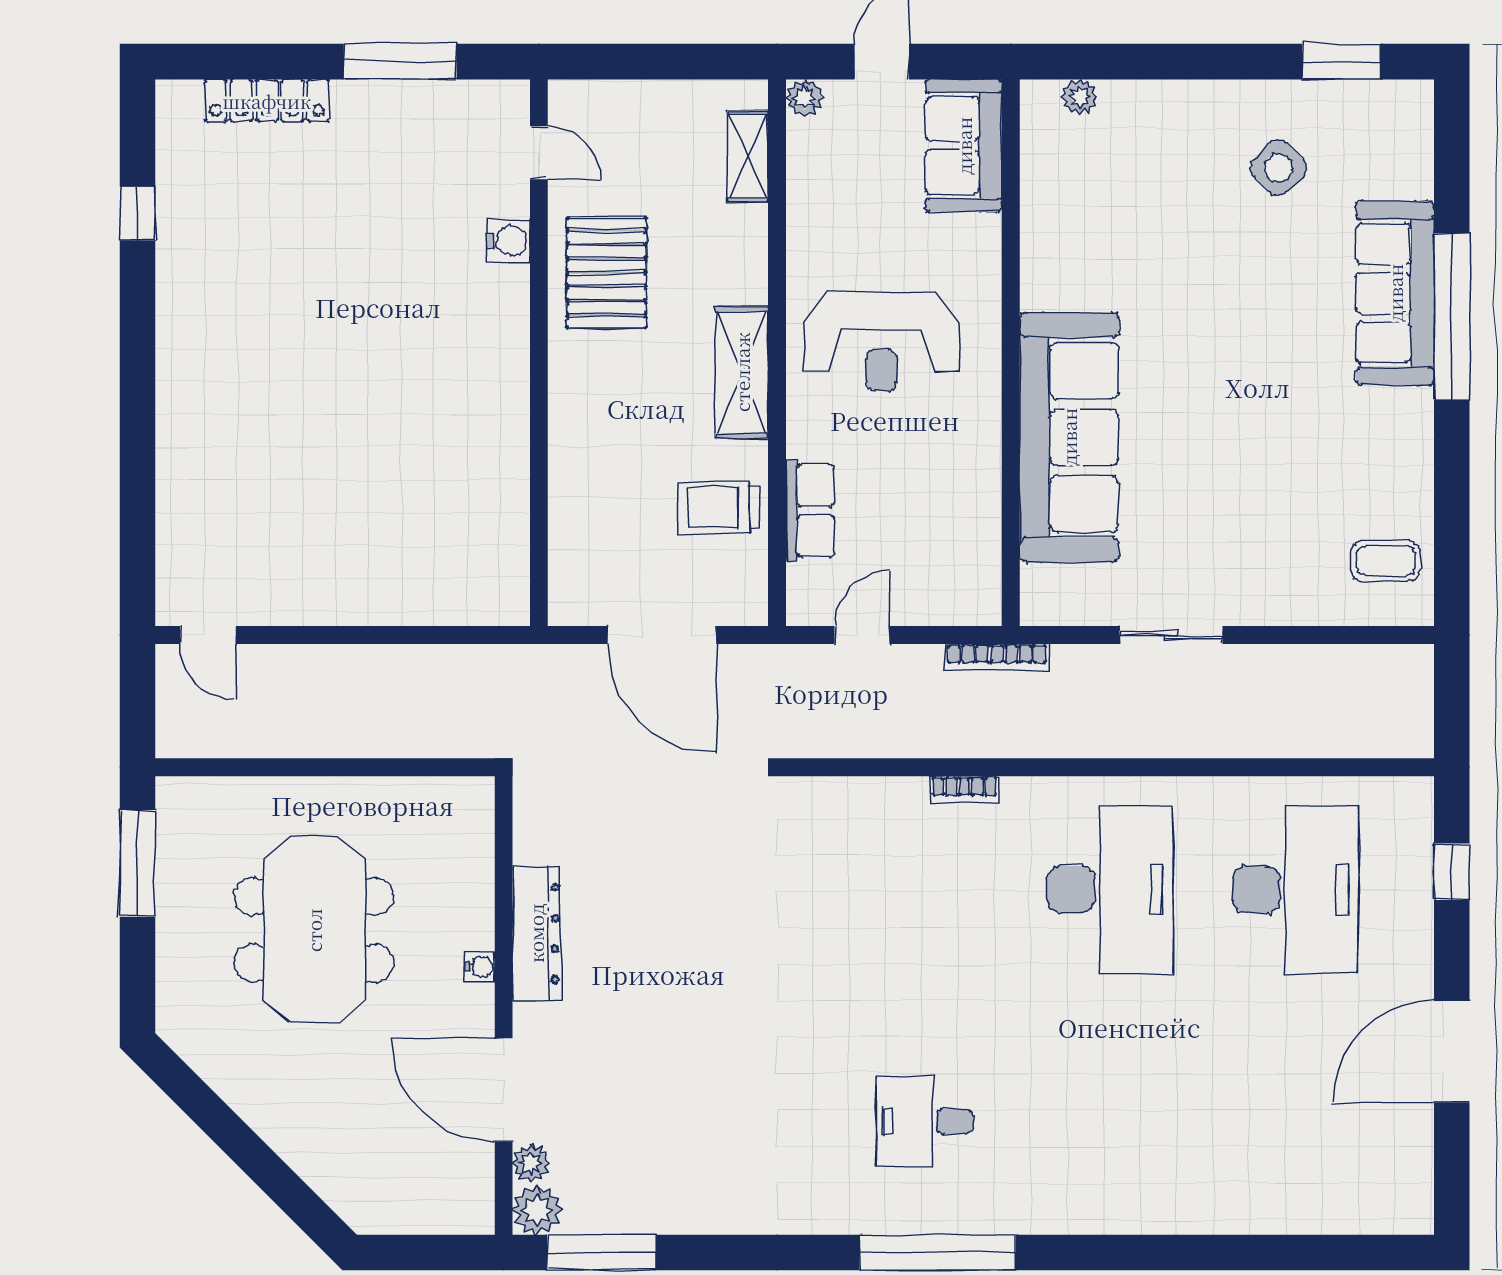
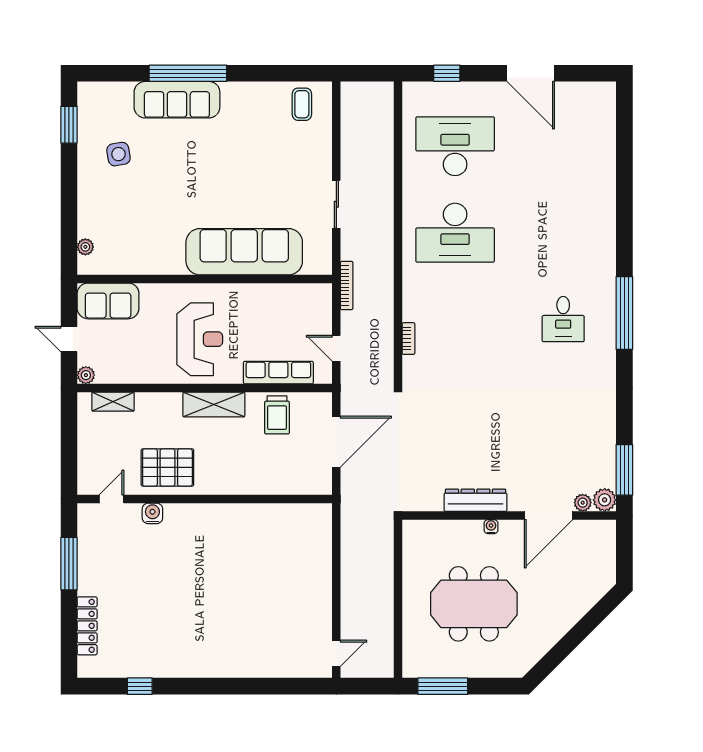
side table: (1279, 168) -> (118, 154), turned 34
row of seats: (810, 511) -> (278, 373), width x1.48
bookcase: (964, 790) -> (408, 339), moved
desk: (1110, 890) -> (455, 233), turned 180

